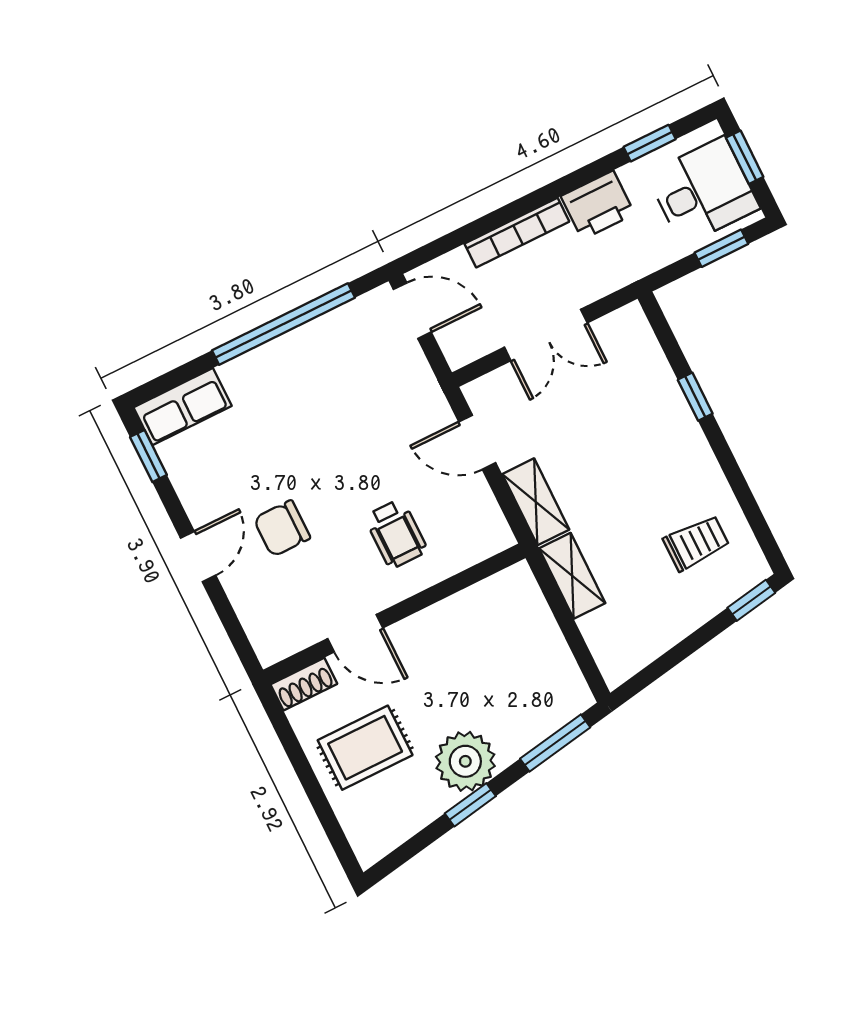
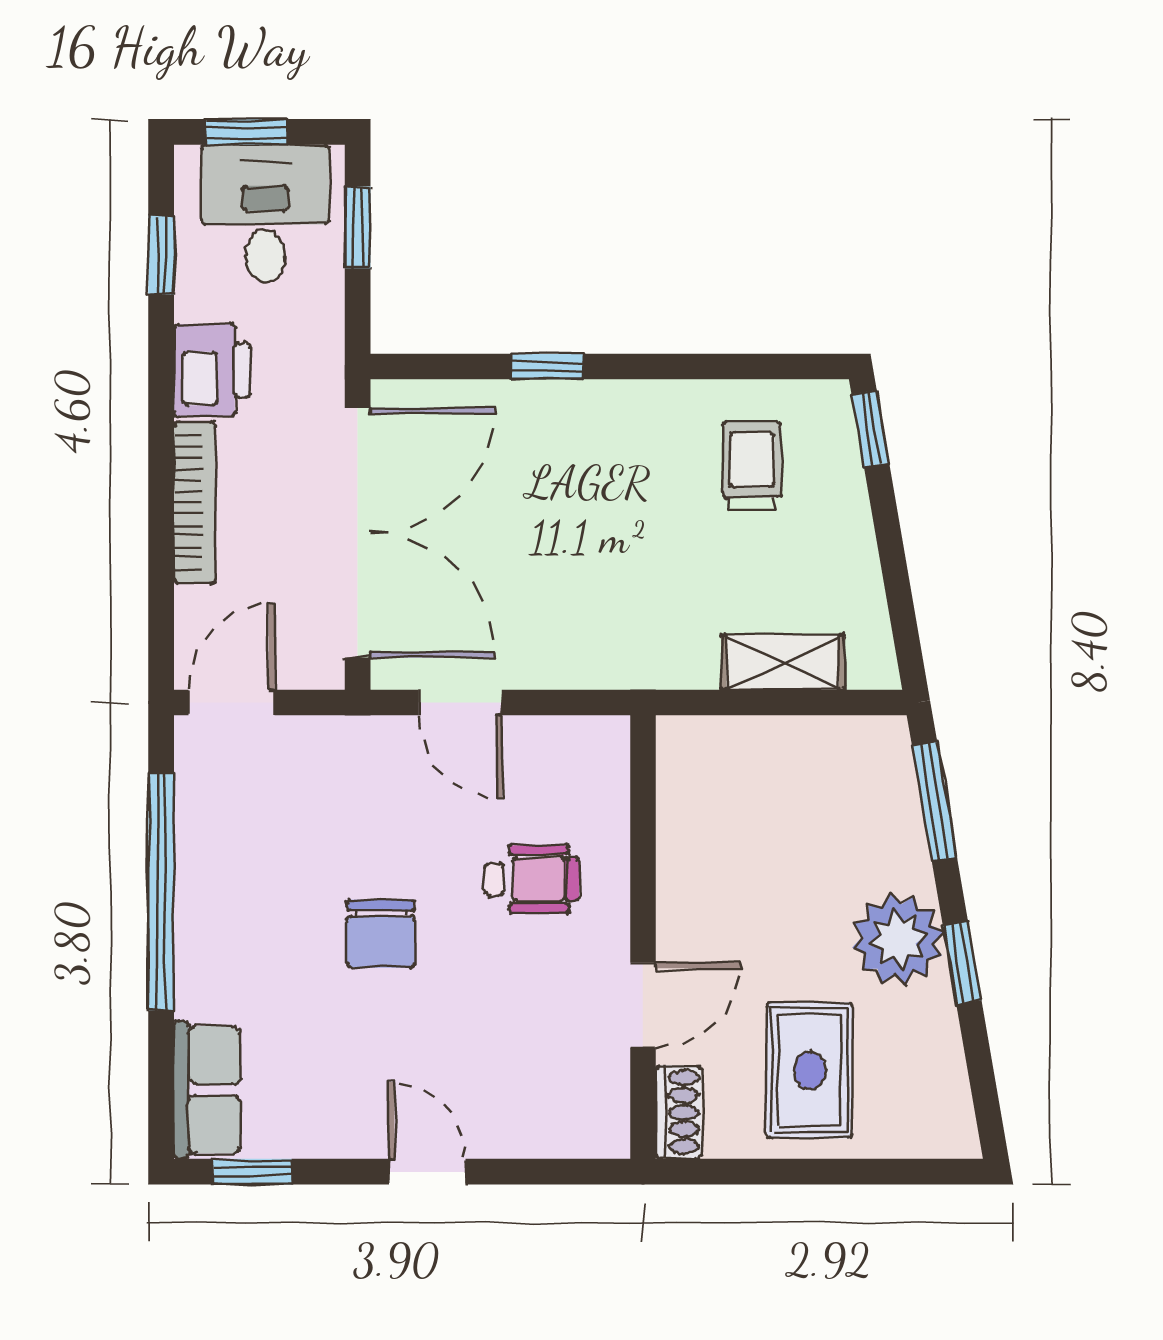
double door: (546, 335) -> (358, 533), width x1.87
door: (477, 442) -> (460, 702), hinge flipped
shelving: (536, 502) -> (584, 662), removed
chair: (282, 528) -> (381, 934), moved
shelving: (572, 576) -> (783, 662), moved

